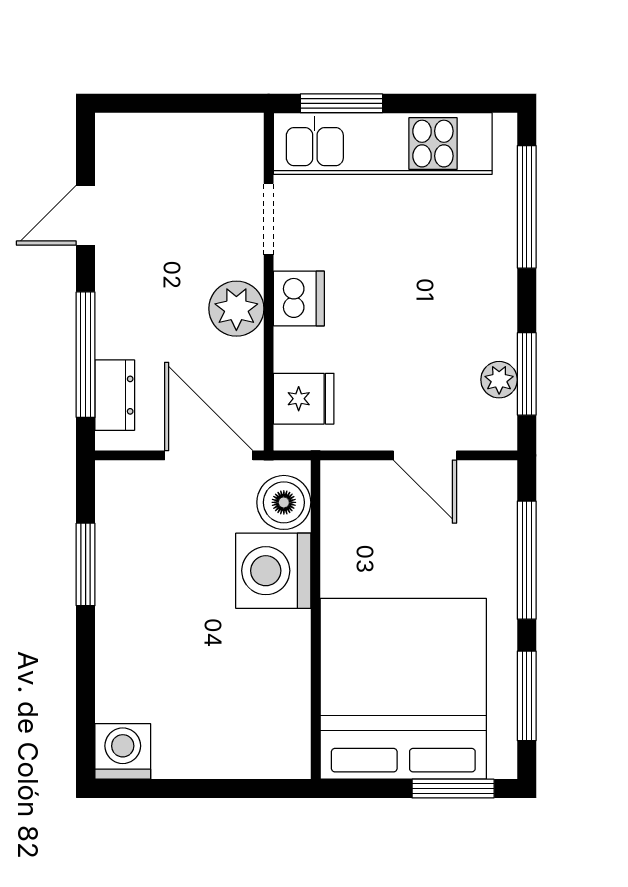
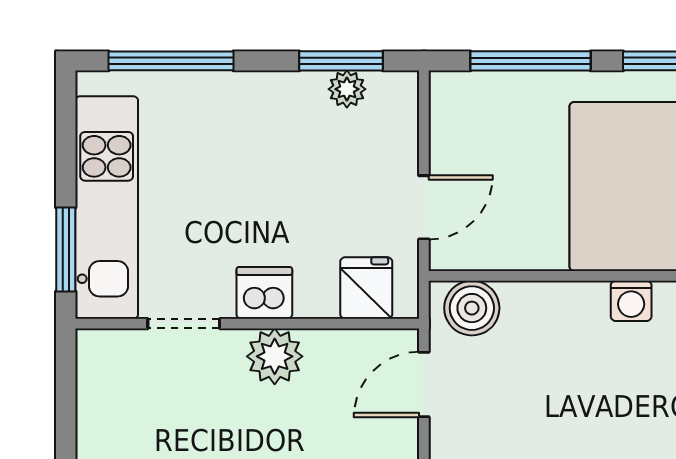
door: (209, 455) -> (424, 385), width x0.73
door: (425, 455) -> (424, 207), moved
washing machine: (273, 571) -> (631, 301), moved, width x0.53, depth x0.53

